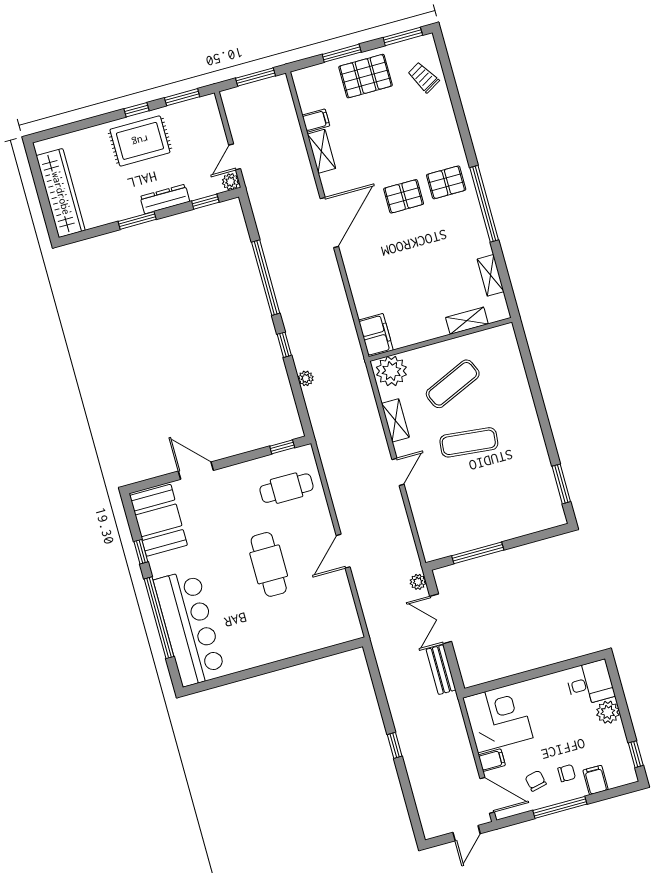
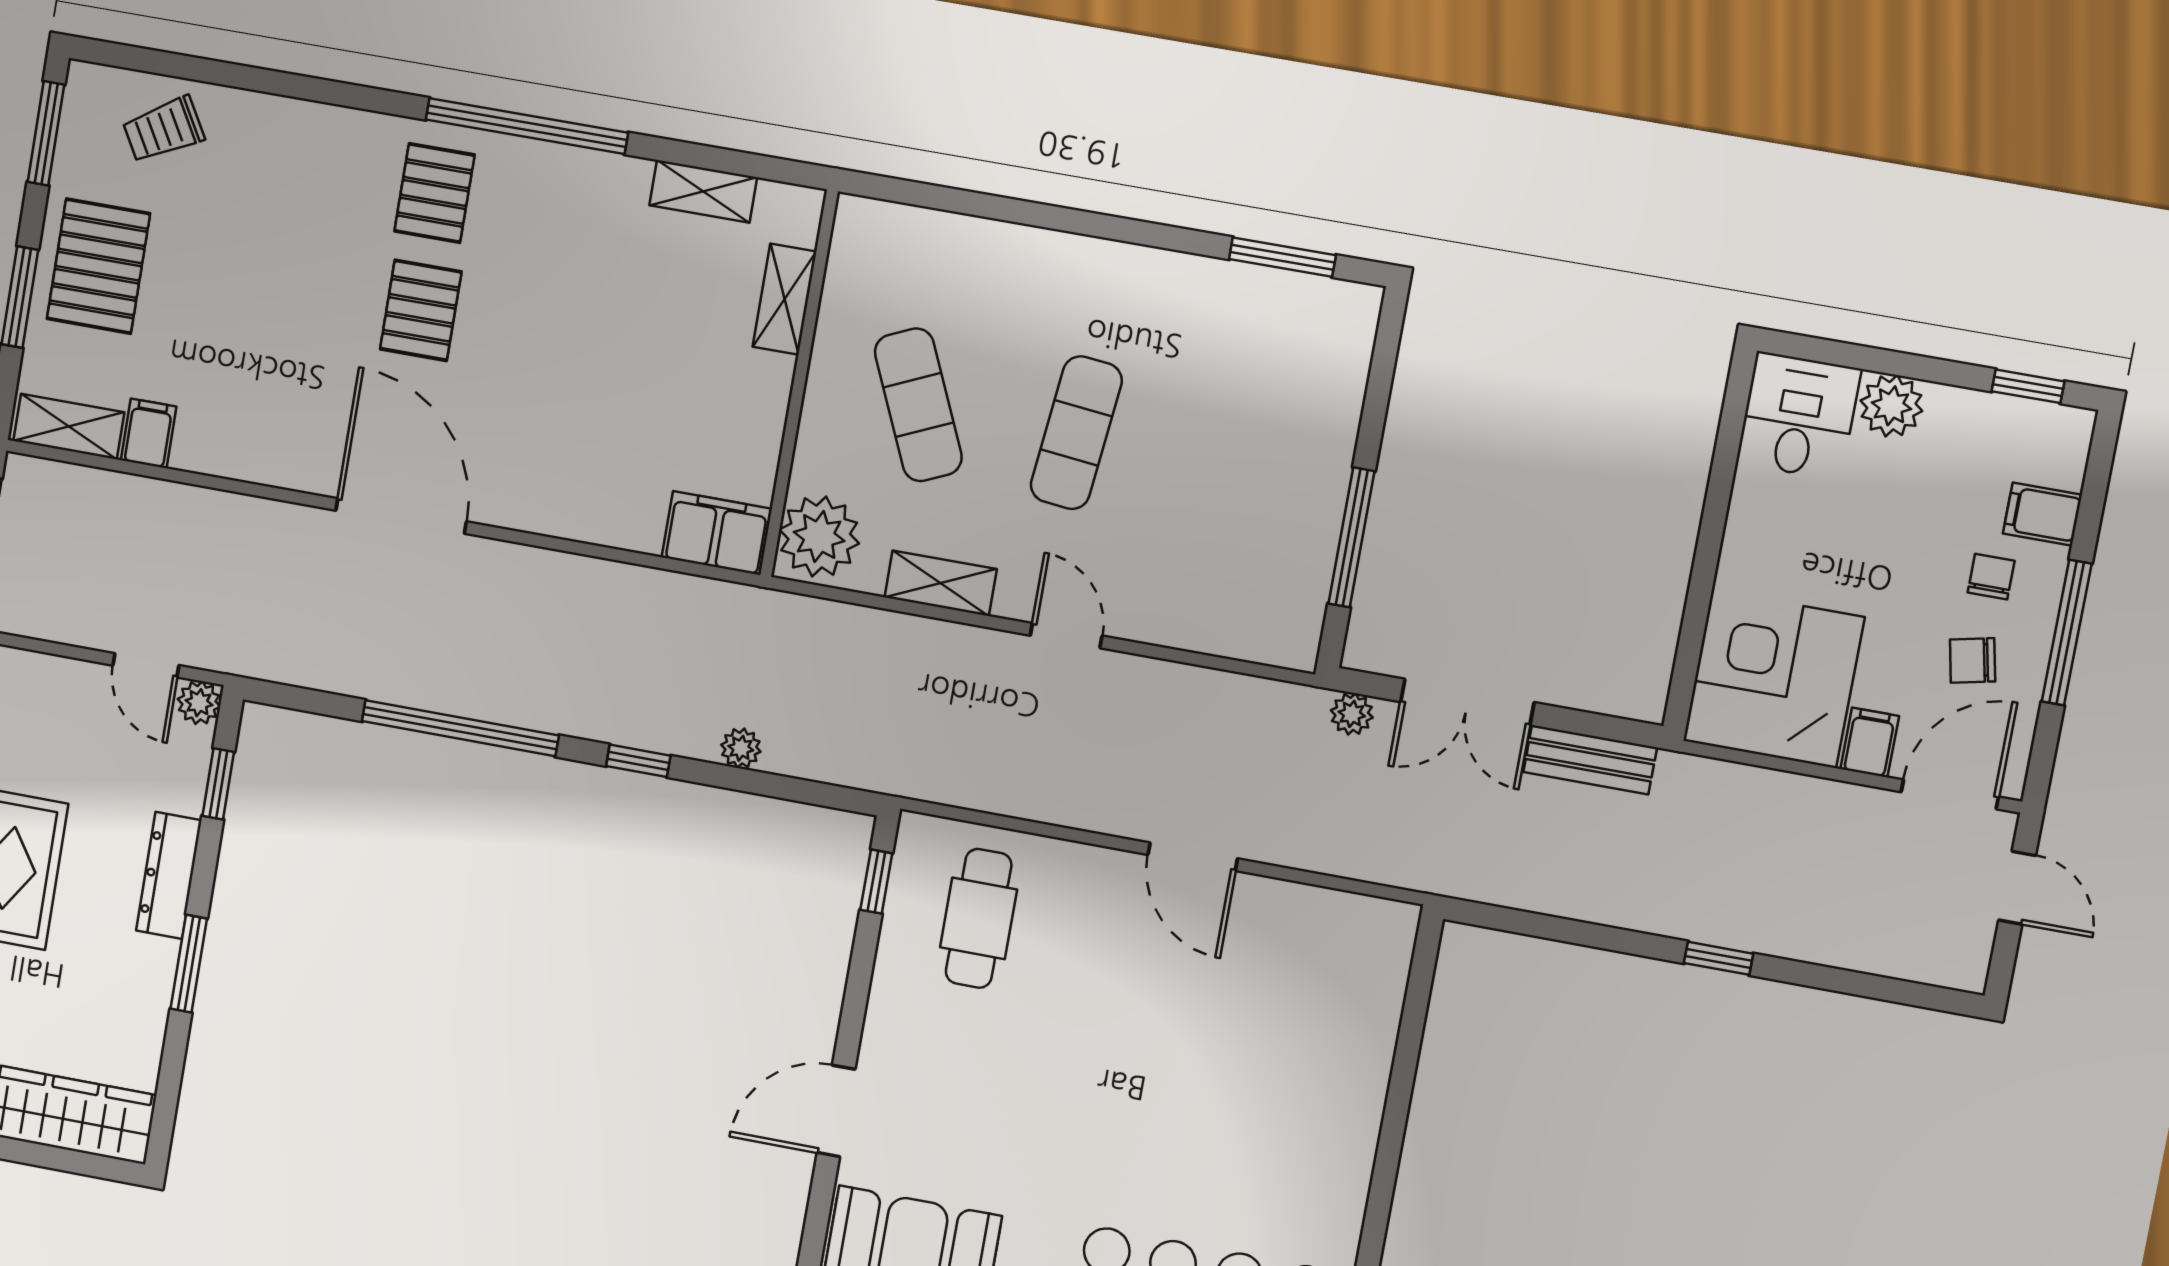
shelving: (321, 151) -> (69, 426), moved
cafe table: (269, 564) -> (1139, 1048), removed

